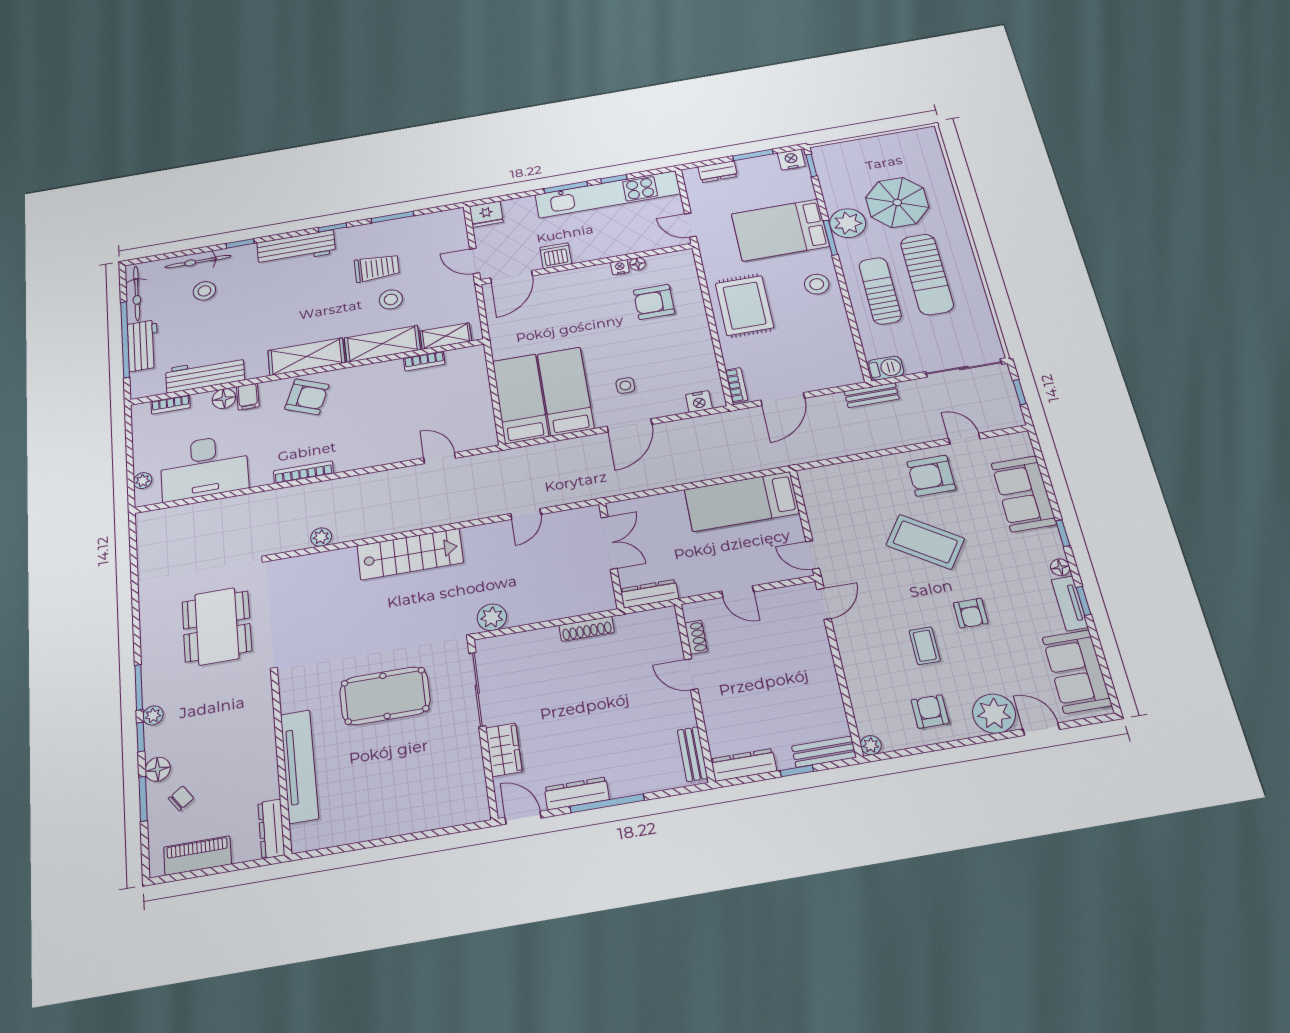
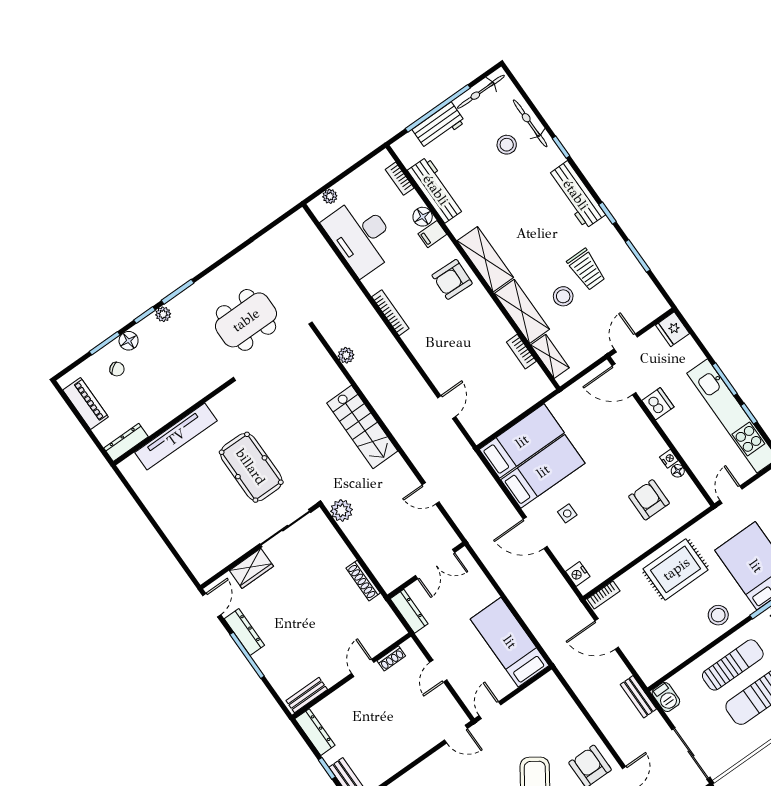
armchair: (307, 397) -> (452, 279), turned 70

